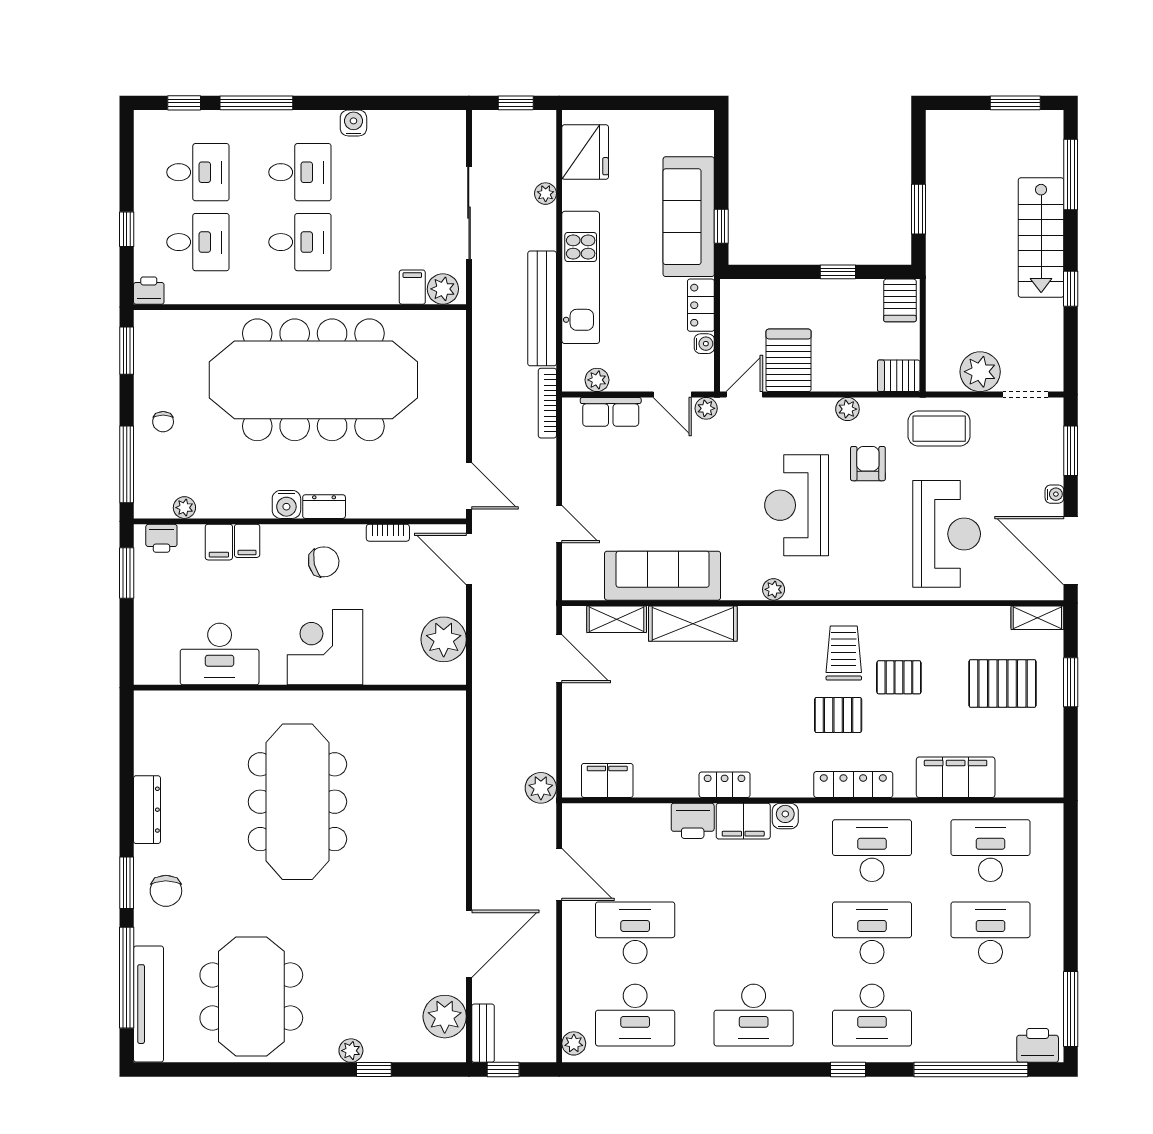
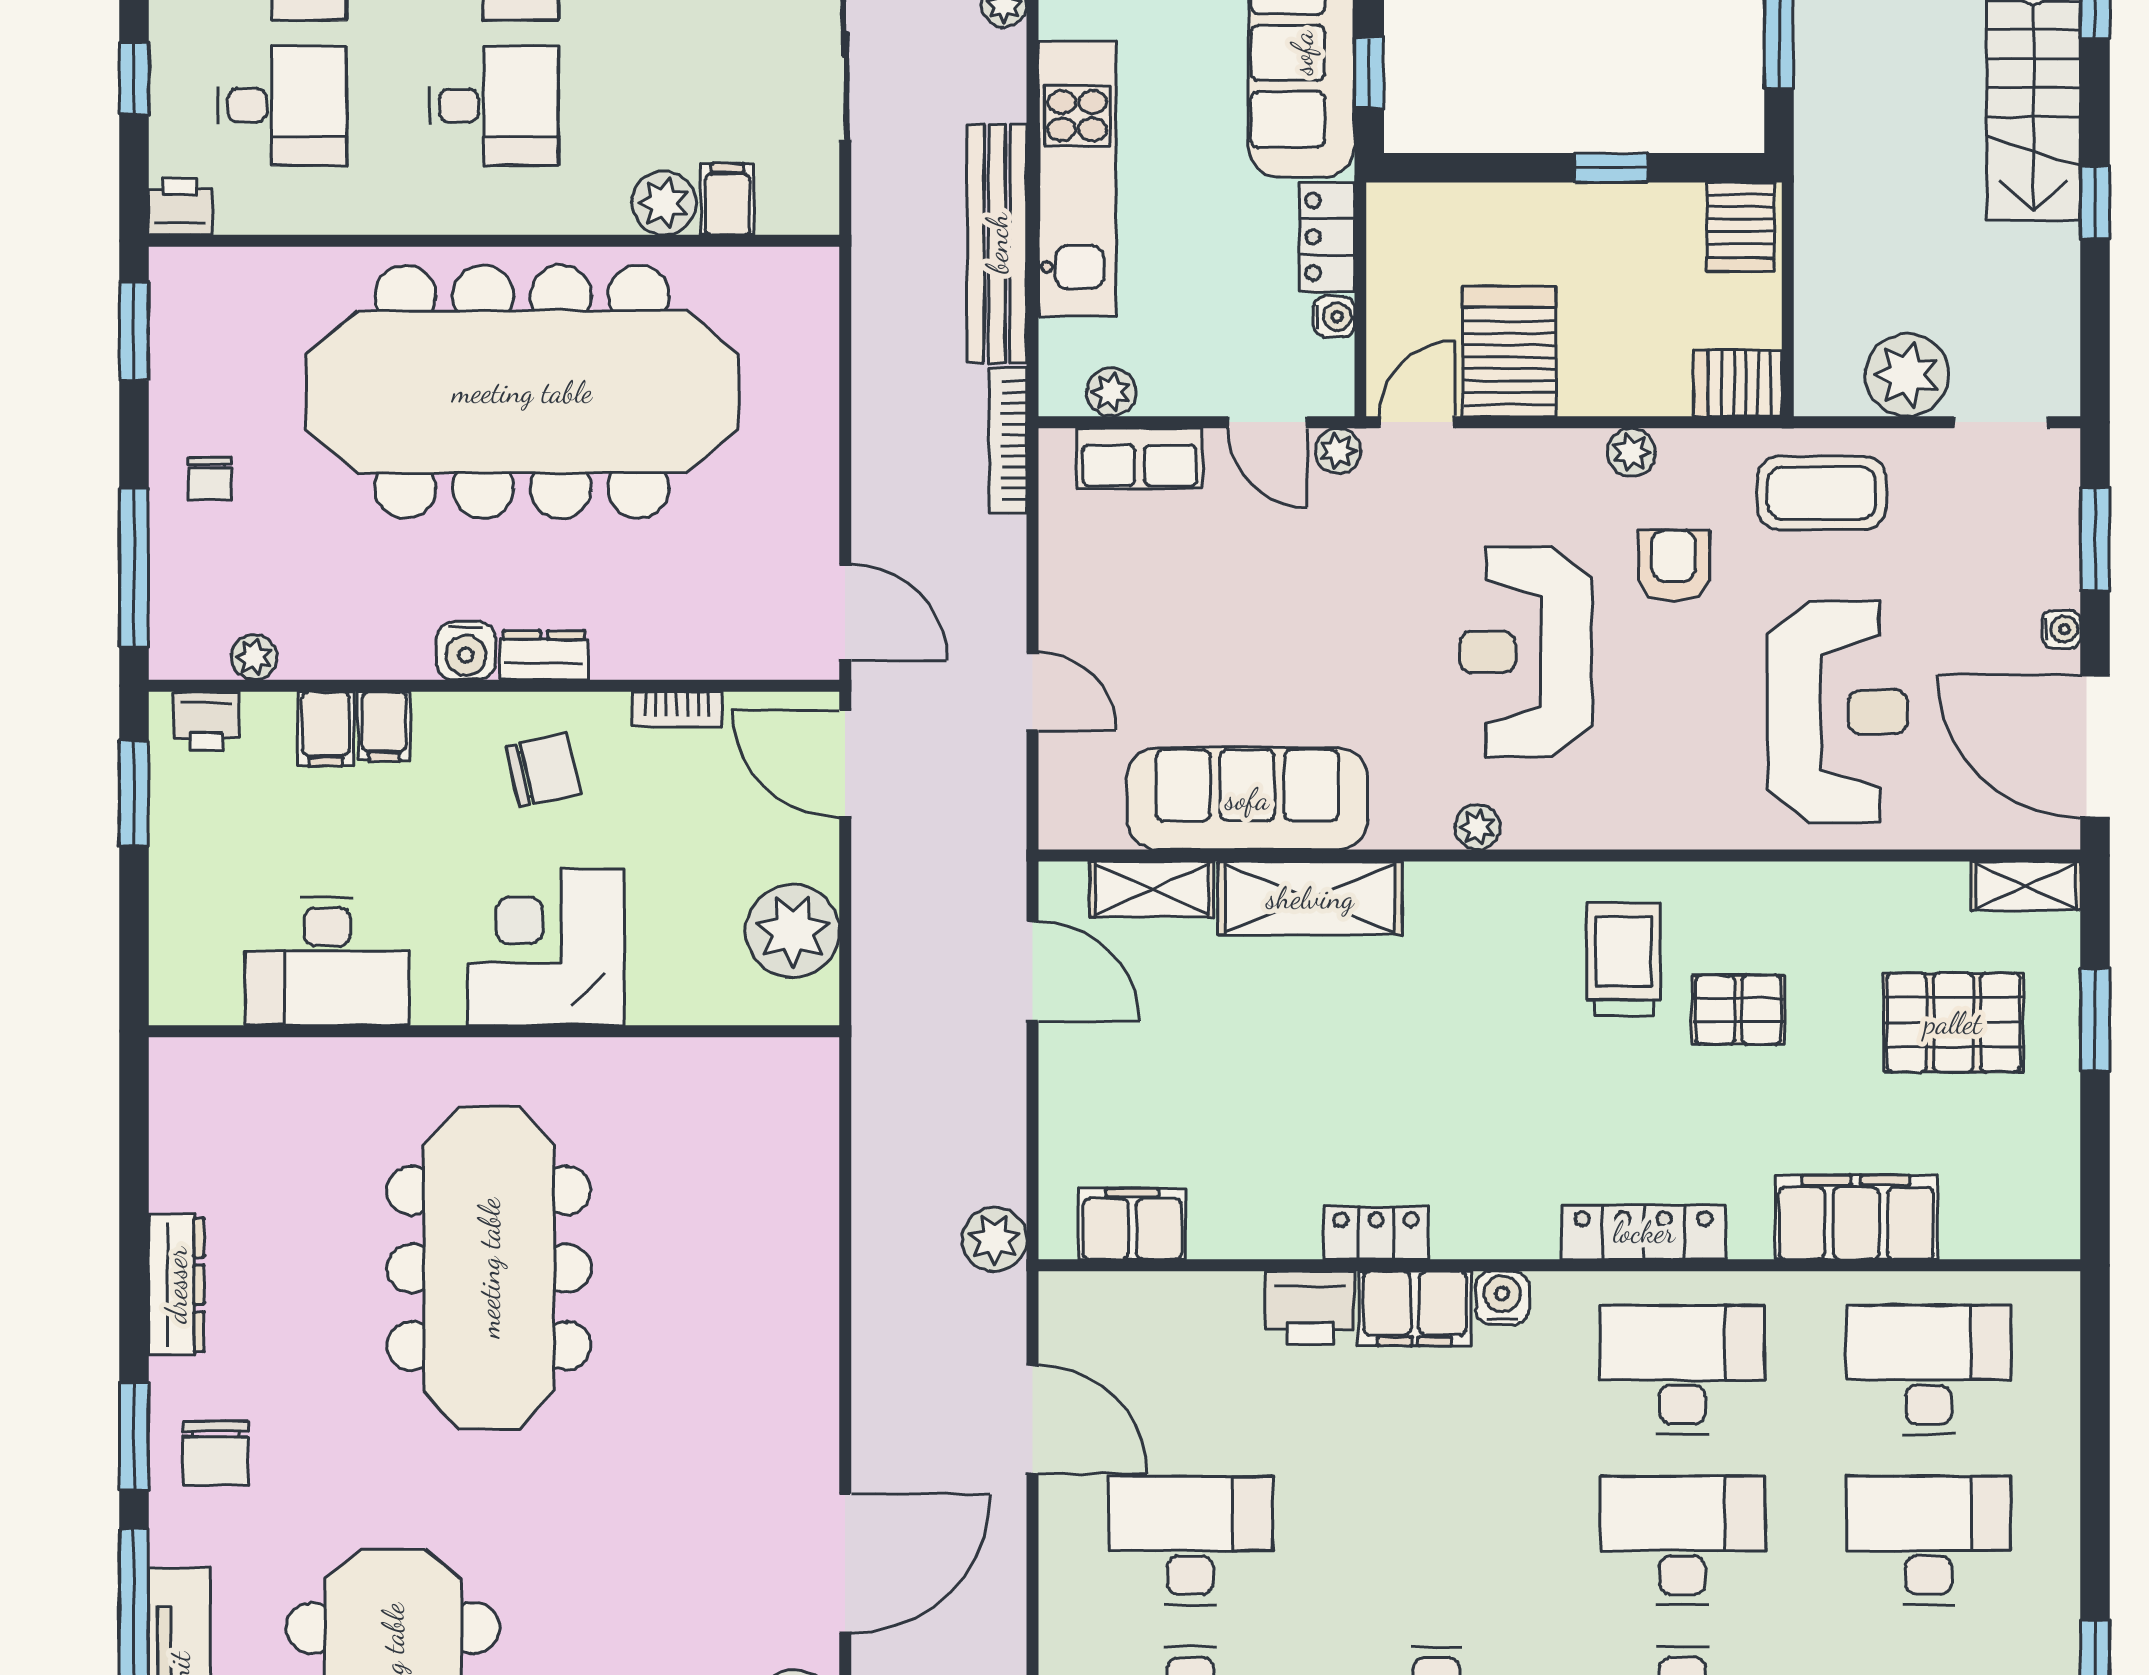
plant: (443, 289) -> (664, 203), moved
pallet: (838, 715) -> (1612, 1088), removed

